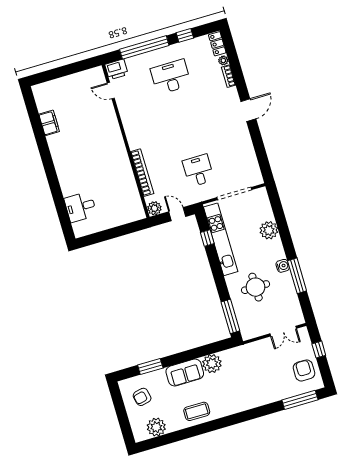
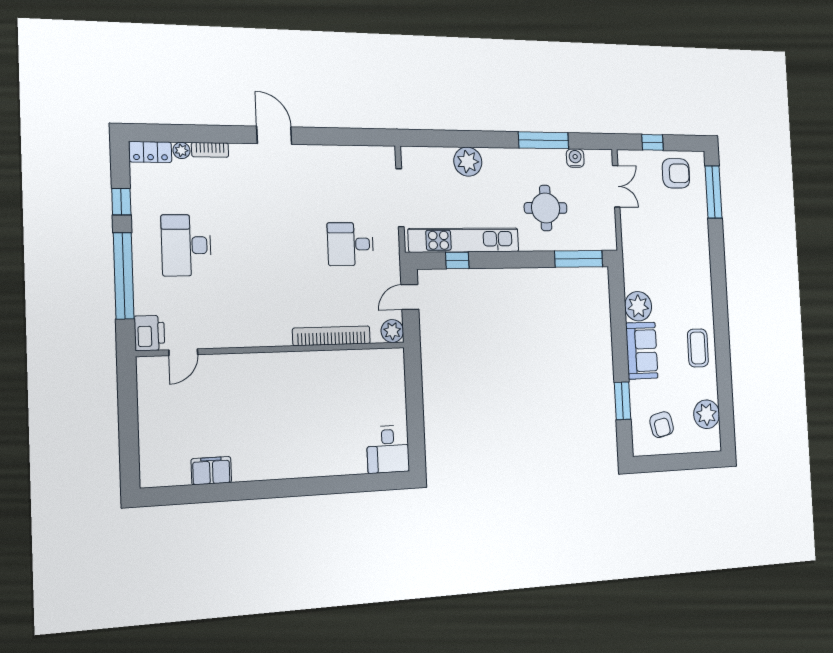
desk: (80, 207) -> (388, 449), moved
water cooler: (283, 266) -> (575, 158), moved
armchair: (304, 370) -> (676, 173), turned 180

